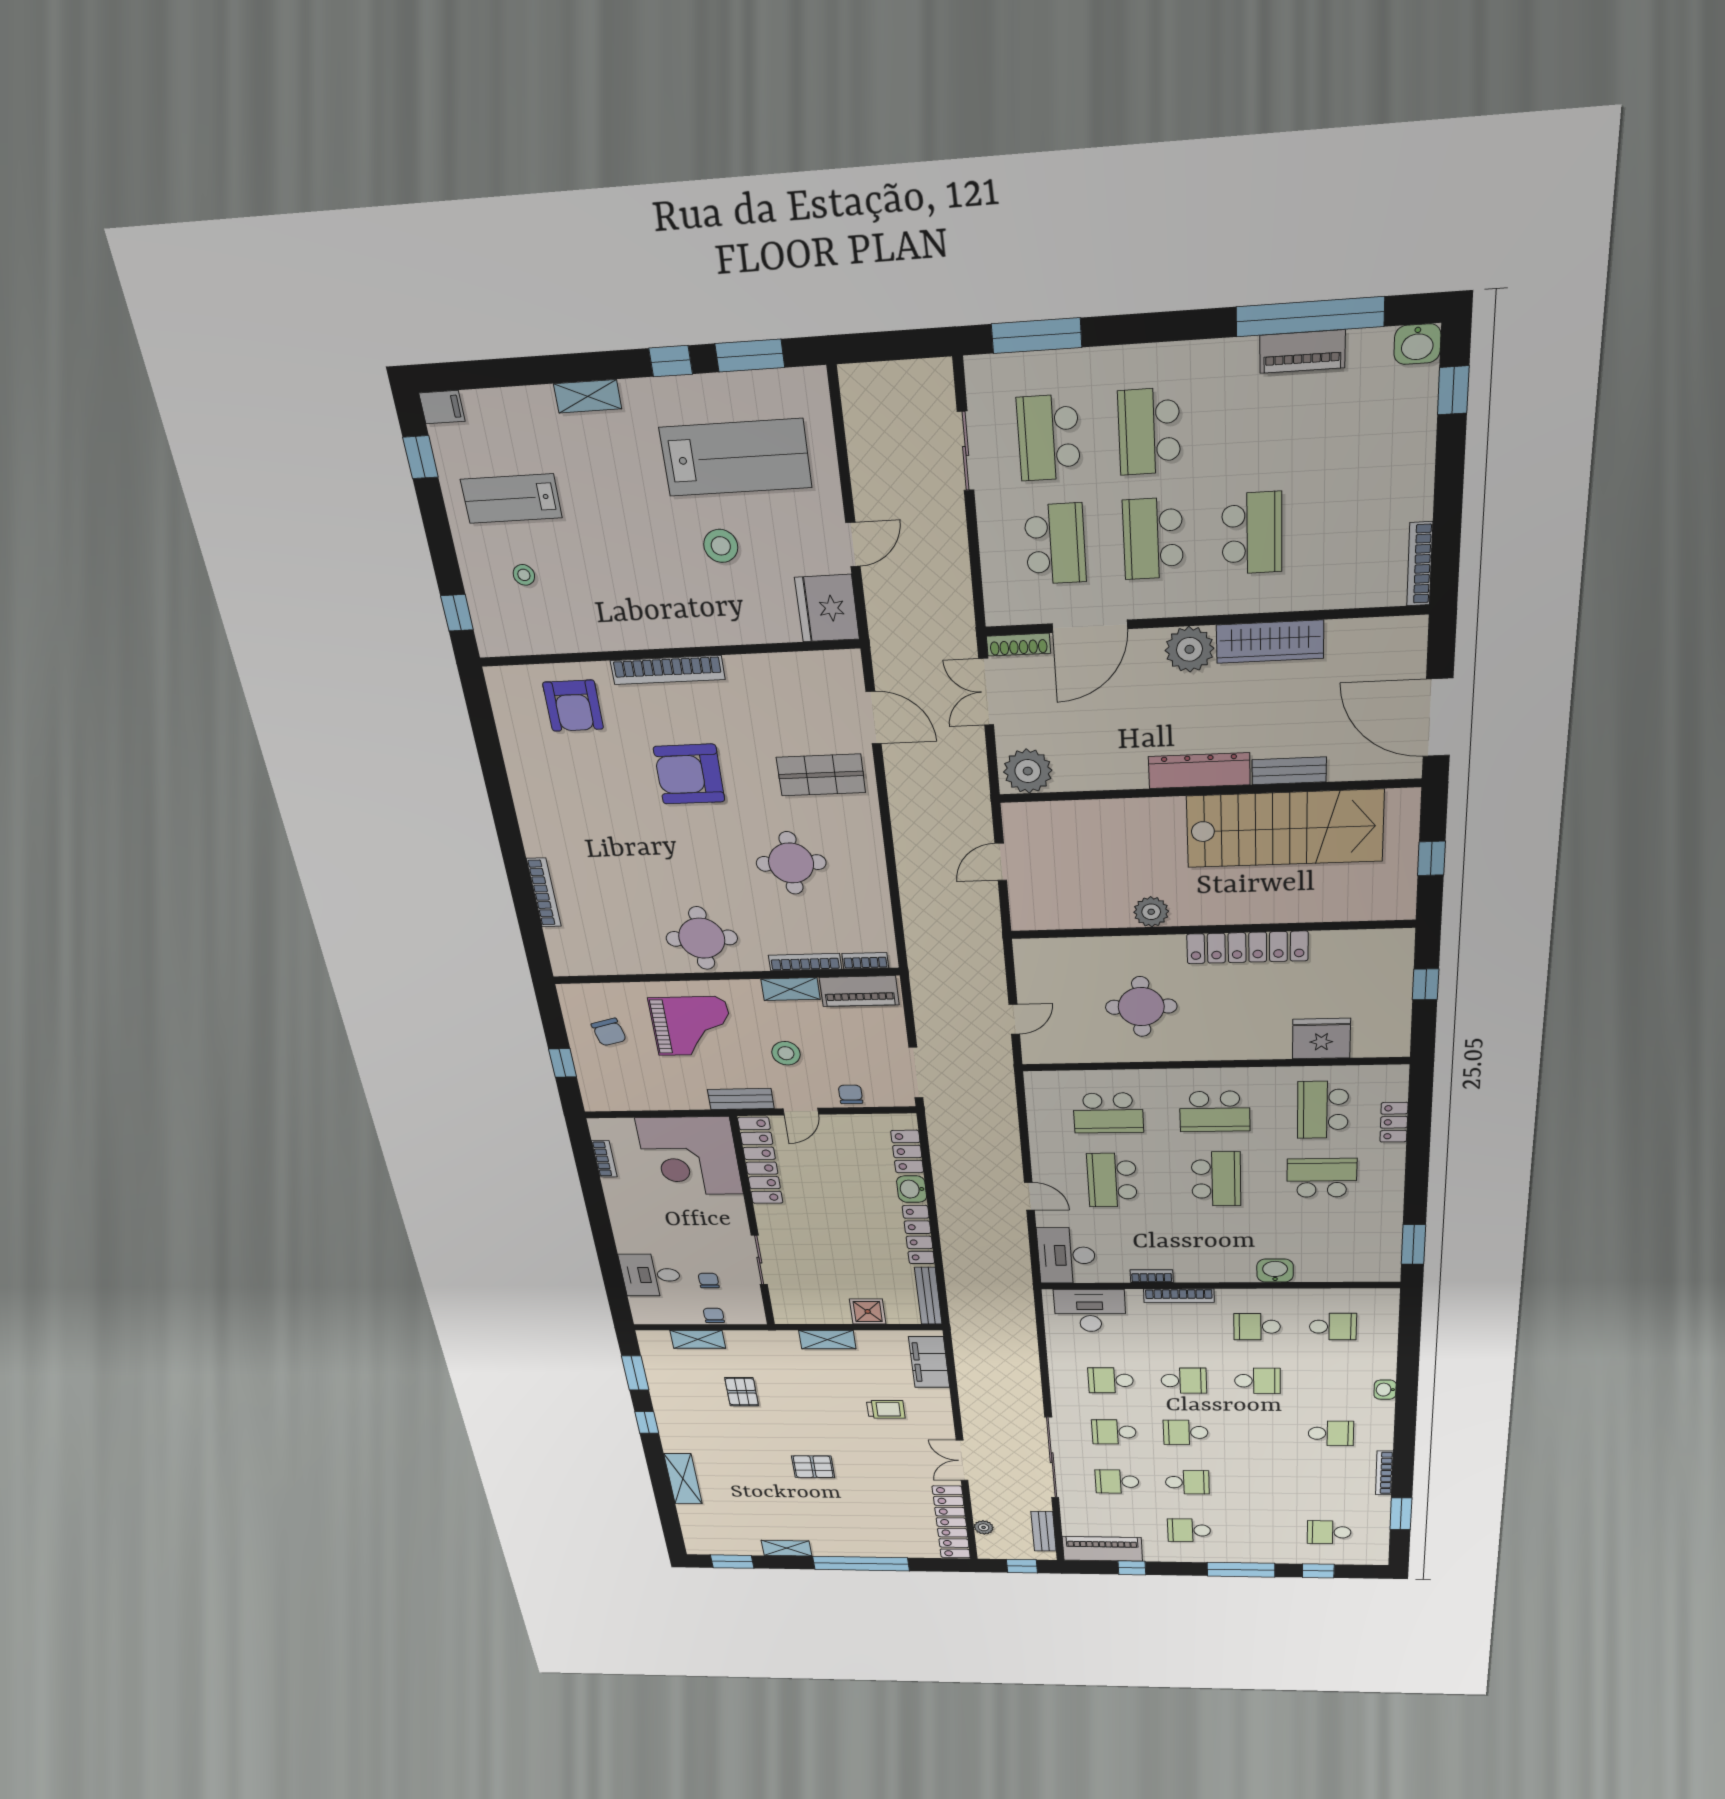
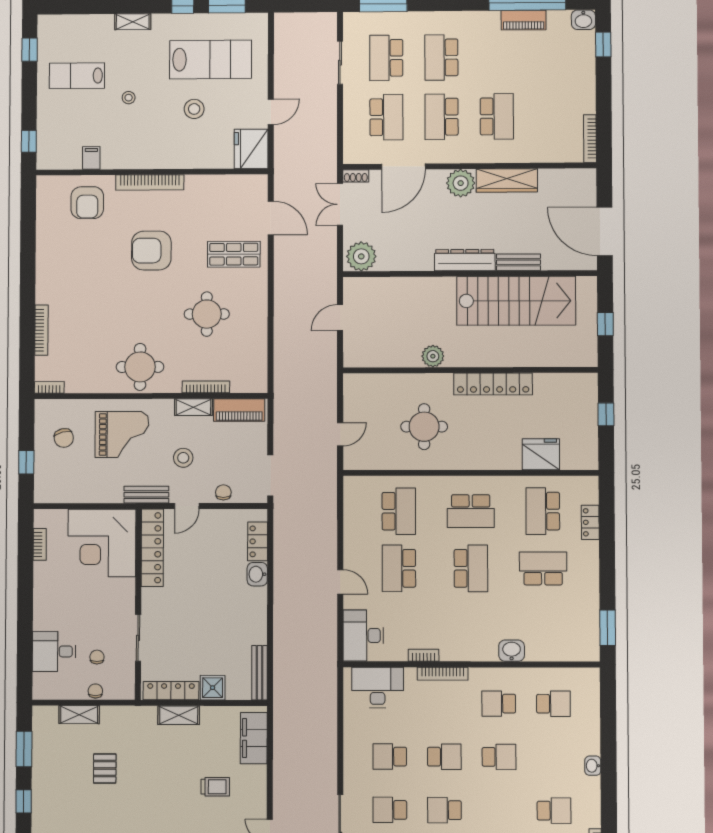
filing cabinet: (442, 407) -> (91, 158), moved, turned -90
stool: (524, 575) -> (129, 98), moved
shoe rack: (1018, 645) -> (356, 176), width x0.70
bookcase: (865, 961) -> (49, 387), moved
school desk: (1108, 1113) -> (399, 511), turned -90
locker: (919, 1235) -> (171, 691), moved, turned 90

